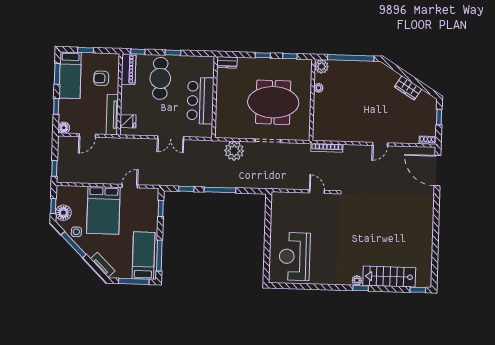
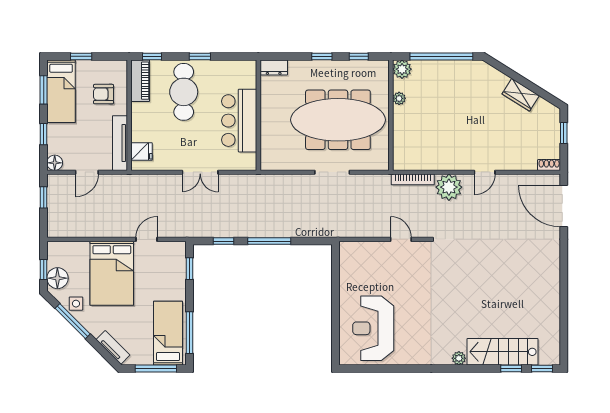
meeting table: (273, 102) -> (338, 120), width x1.36
plant: (234, 151) -> (449, 187), moved
window: (54, 168) -> (44, 197), moved
window: (361, 288) -> (511, 369), moved

